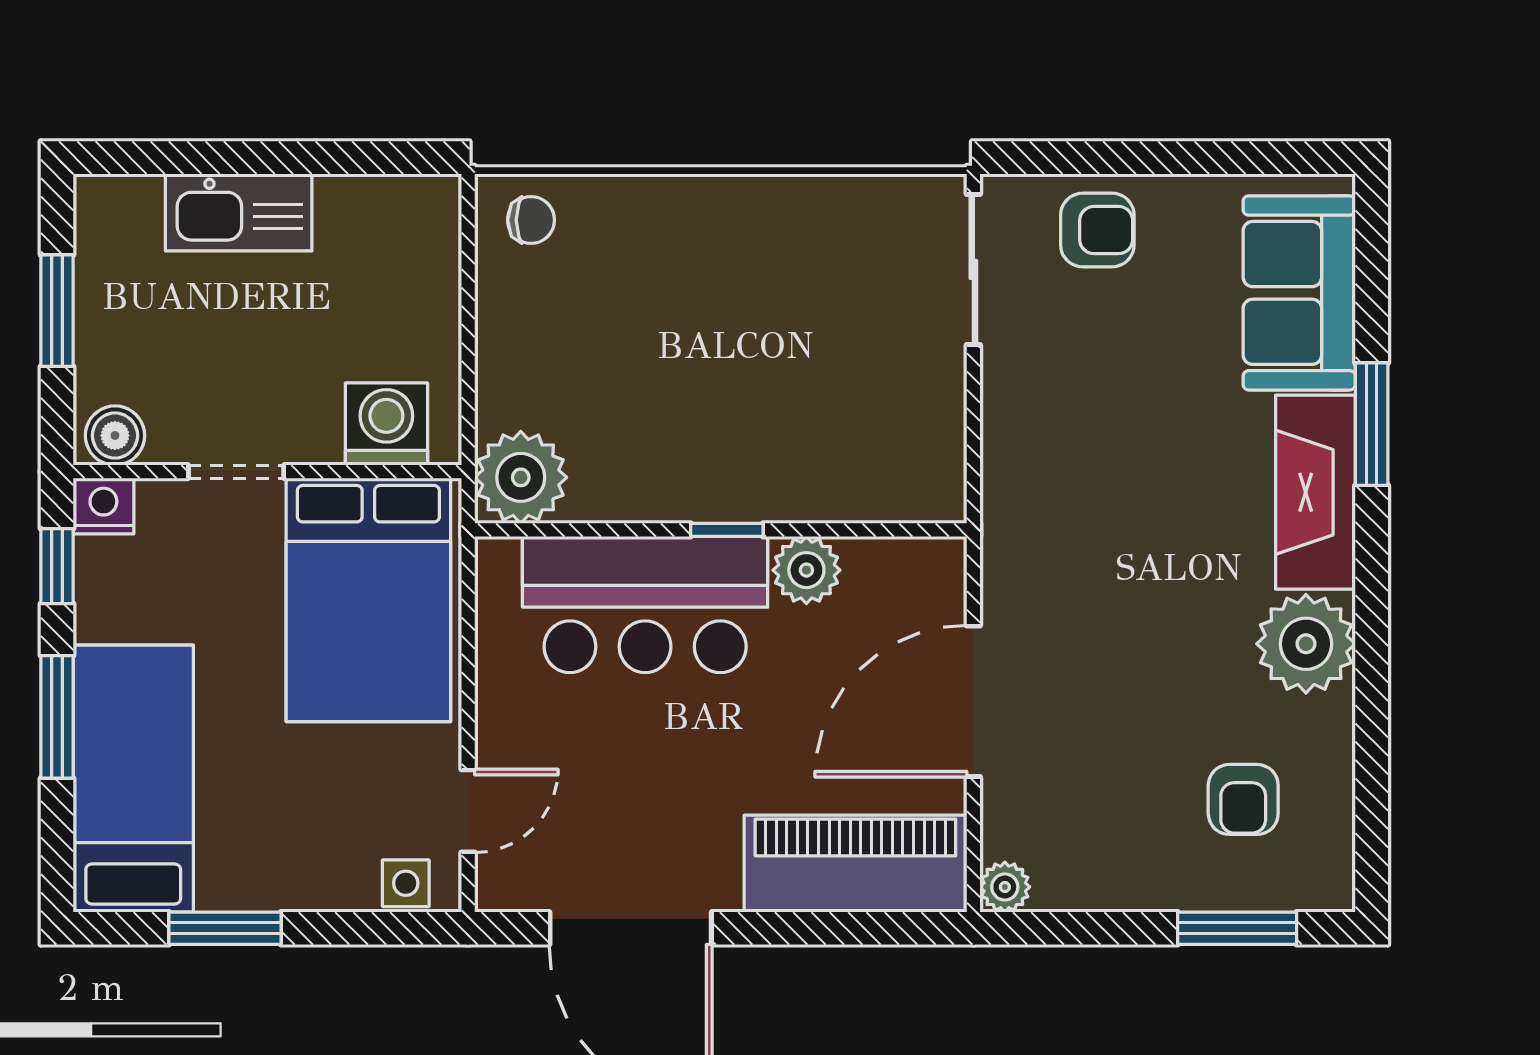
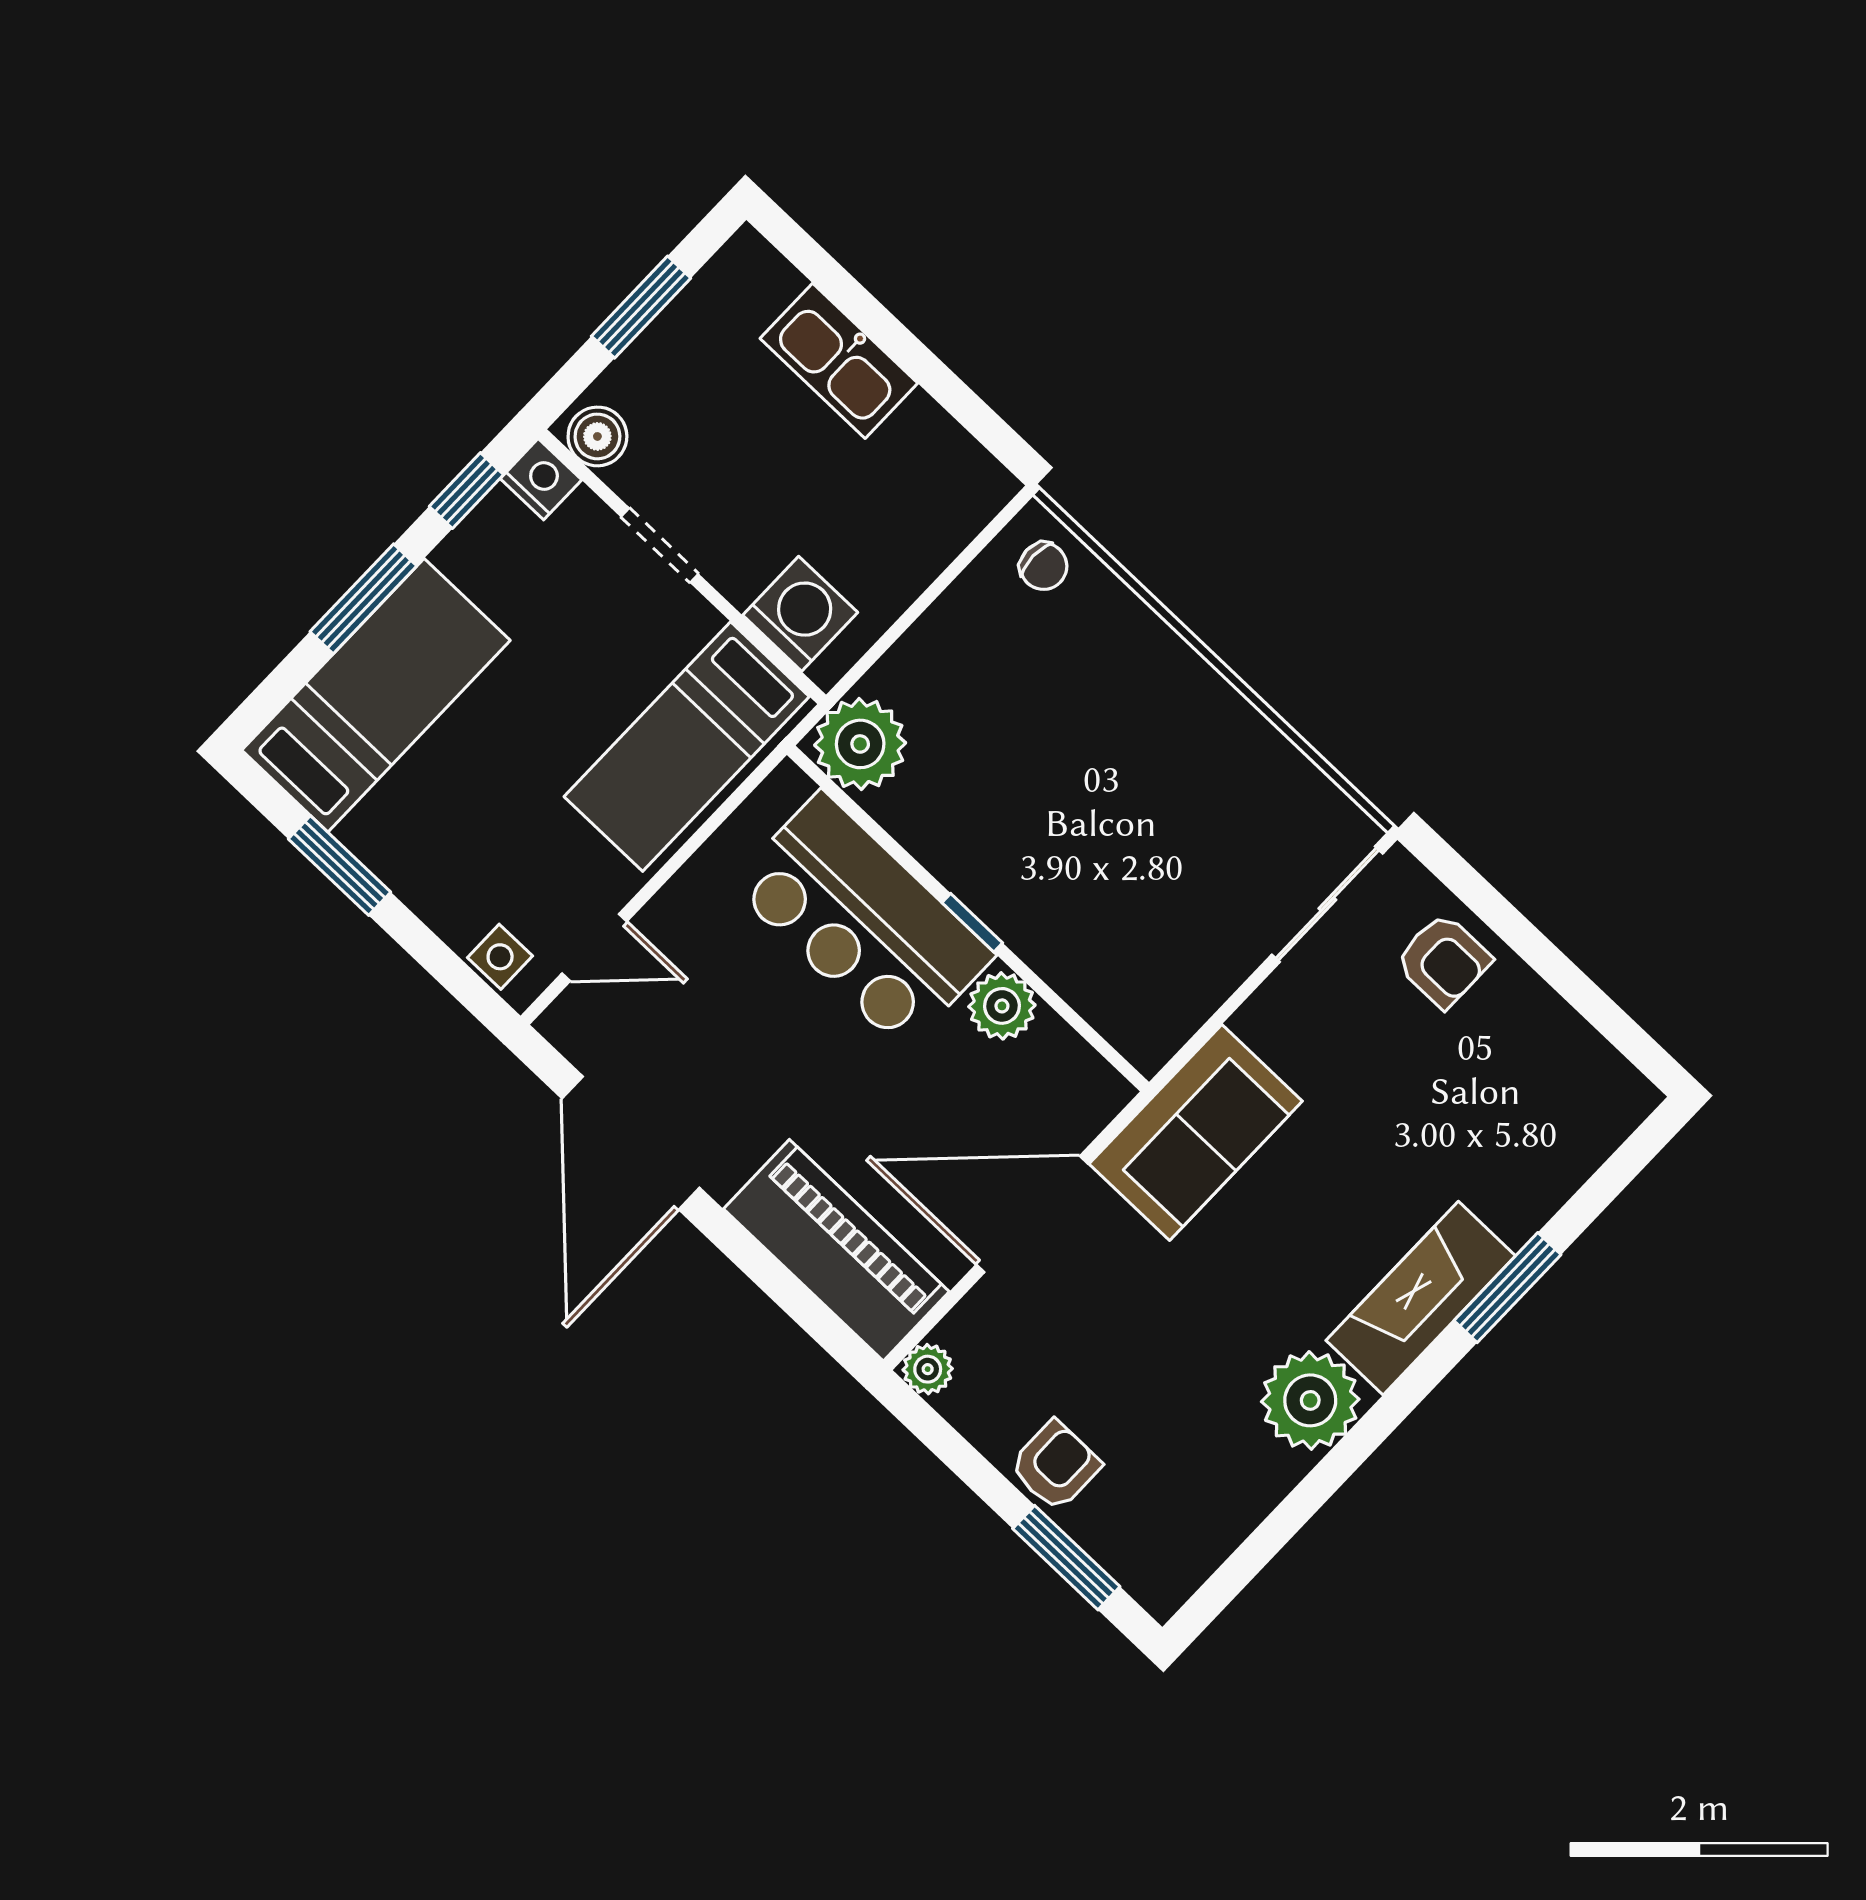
sofa: (1299, 293) -> (1196, 1132), moved, turned 180
bed: (368, 600) -> (687, 747), width x0.67
armchair: (1243, 799) -> (1055, 1466), moved, turned 180

